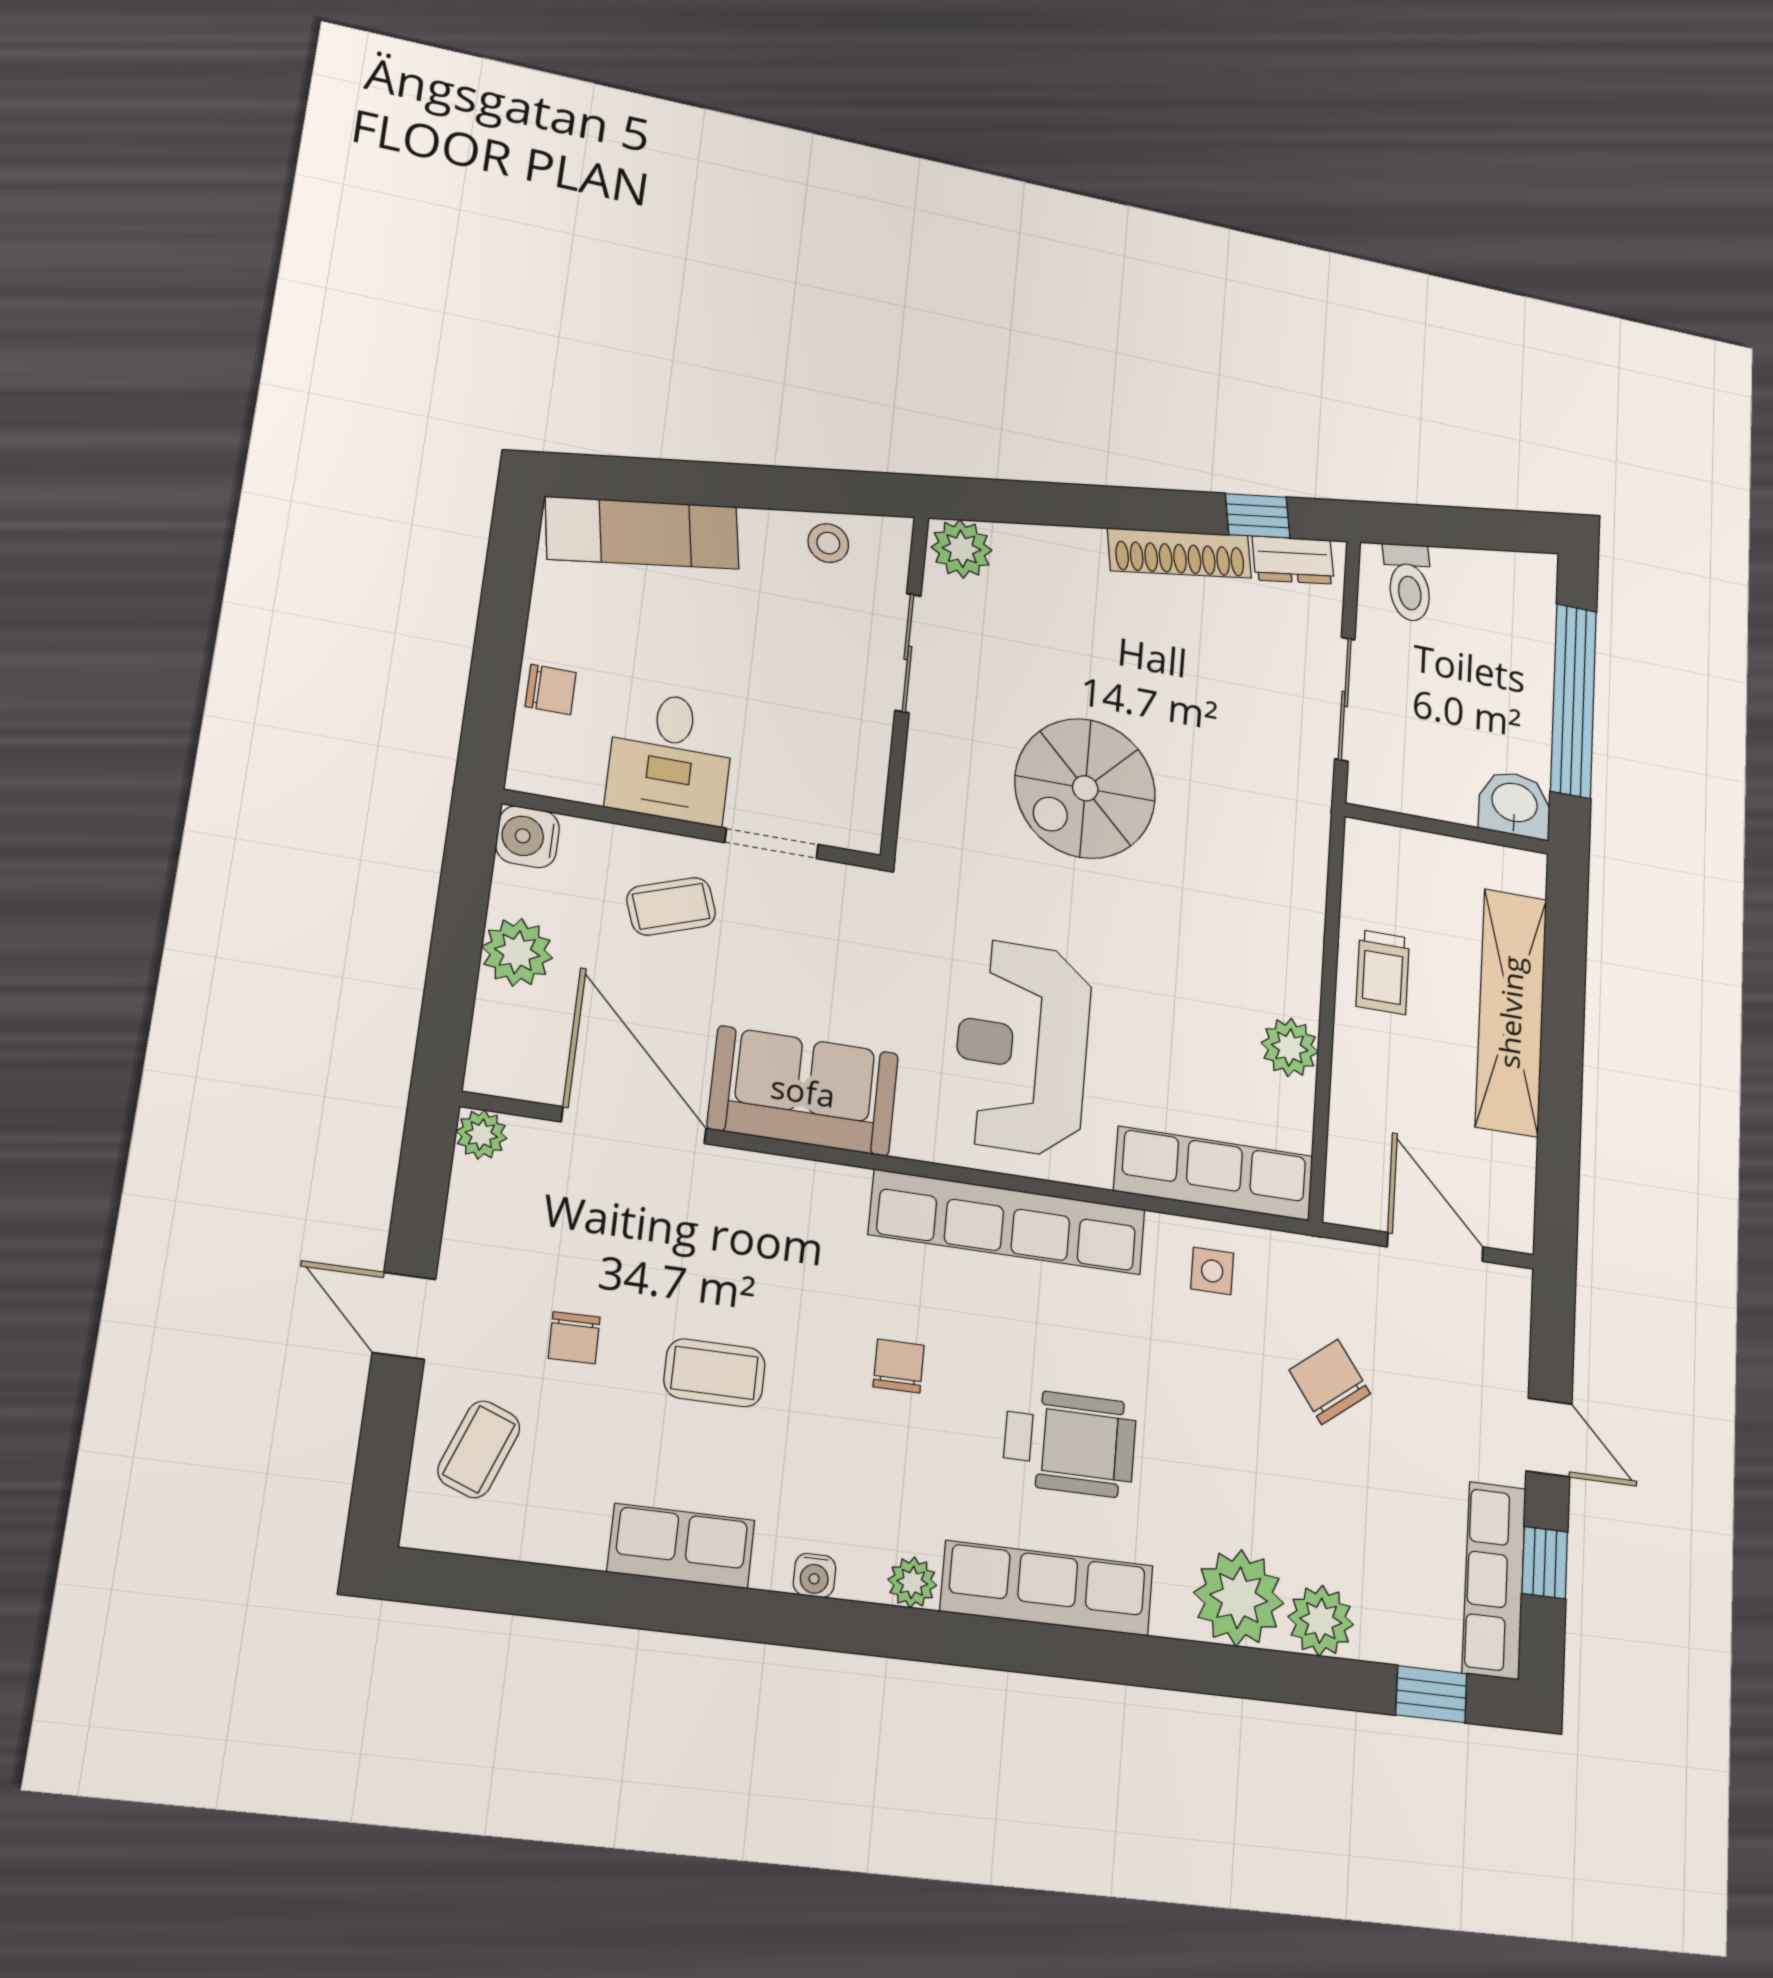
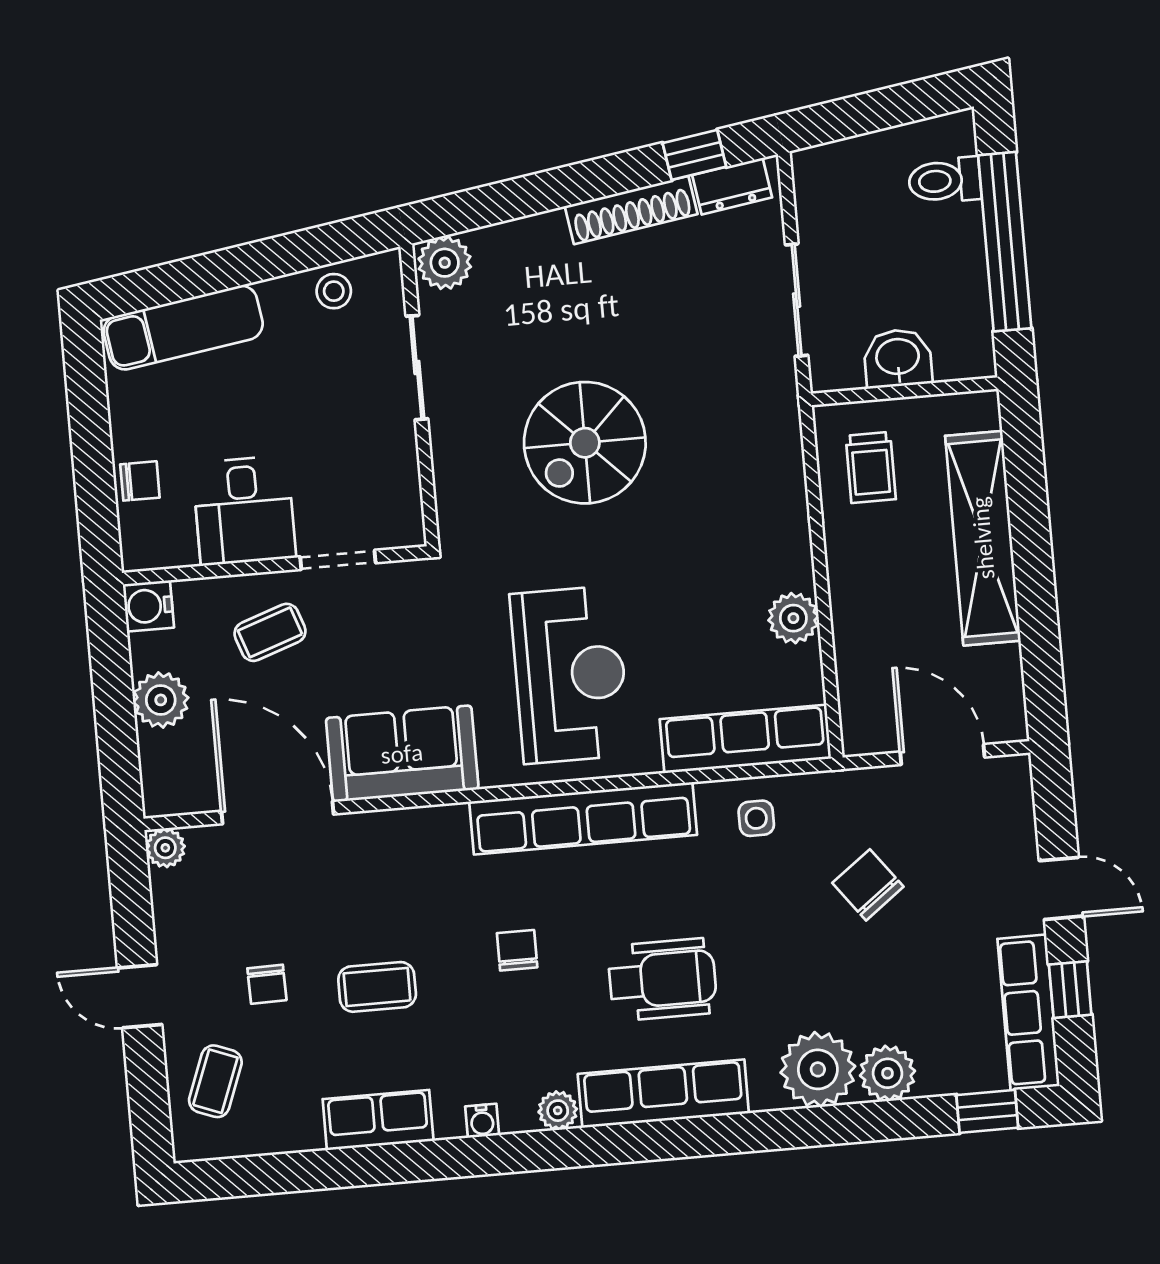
toilet: (1409, 582) -> (945, 180), moved, turned 99
washbasin: (1514, 804) -> (898, 358), moved
trolley: (1383, 972) -> (871, 467), moved
reception desk: (1022, 1047) -> (570, 675), turned 180

